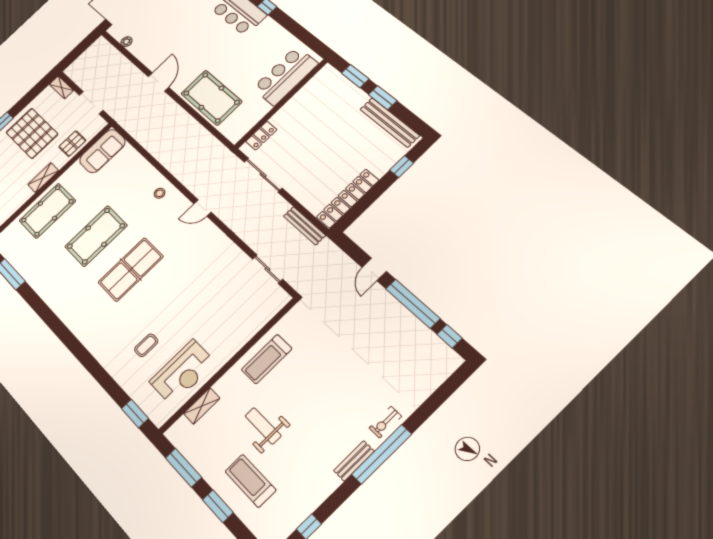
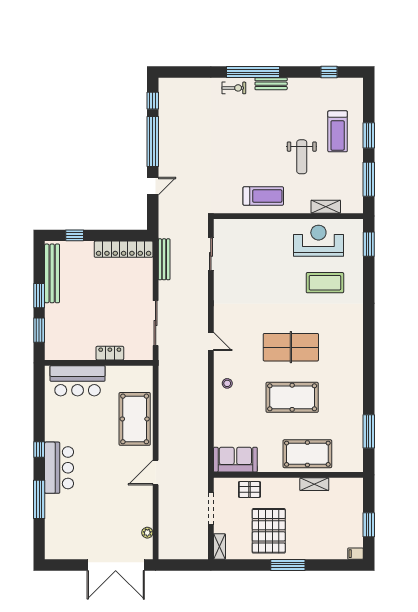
locker: (261, 136) -> (110, 353), moved
shelving: (43, 178) -> (314, 484), moved
coffee table: (146, 345) -> (325, 283), width x1.86, depth x1.72

